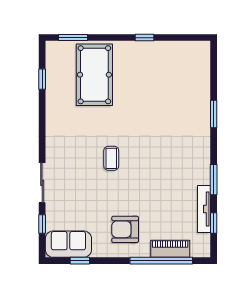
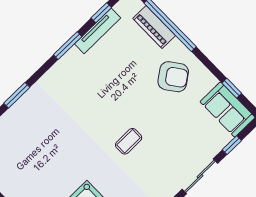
armchair: (125, 229) -> (173, 77), turned -36

